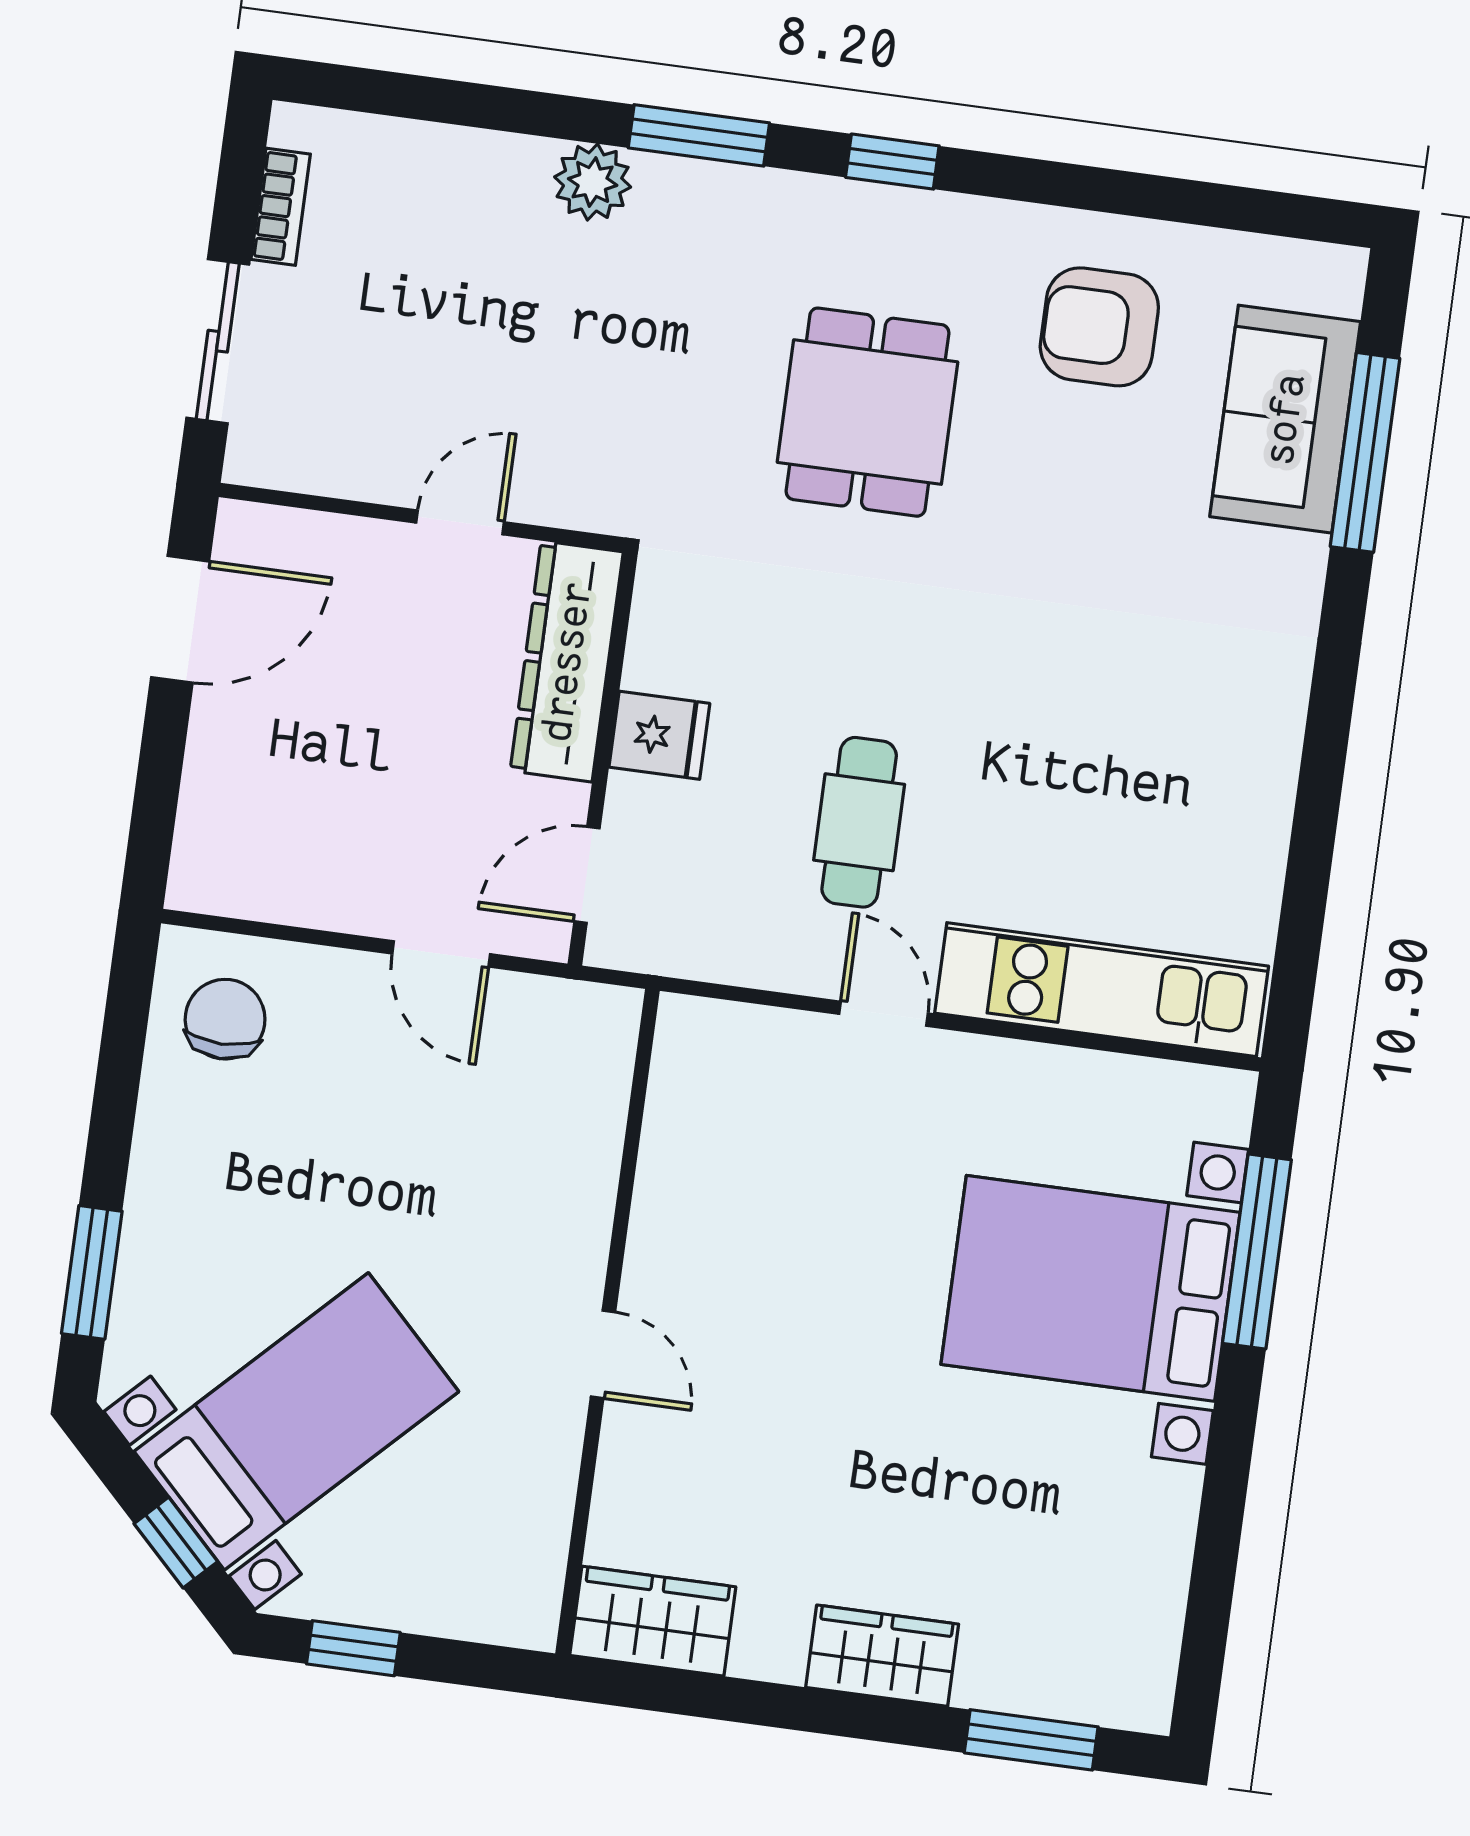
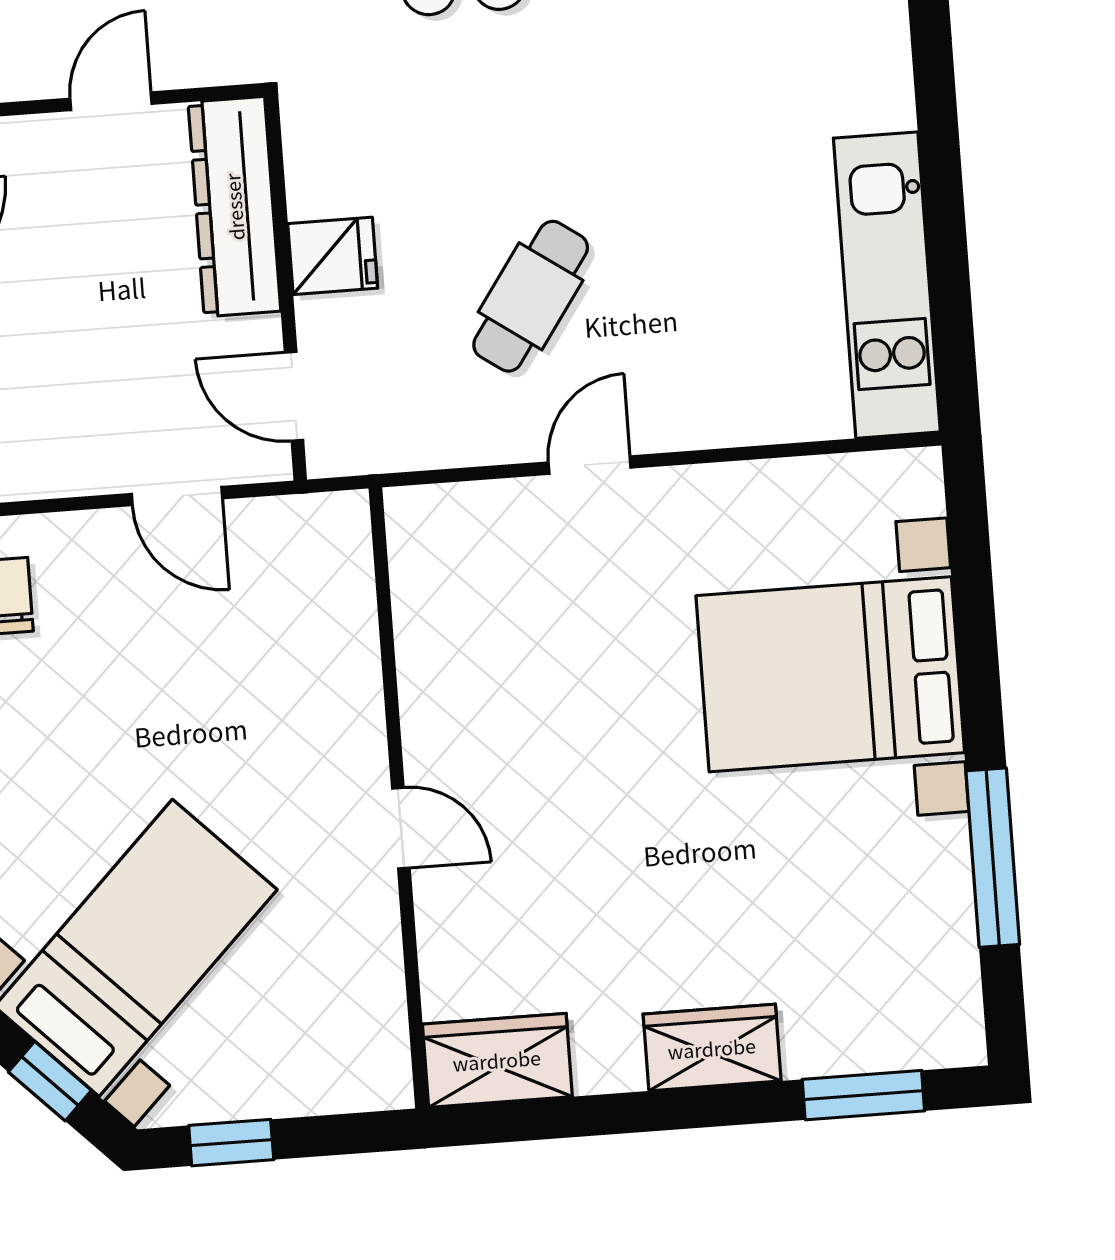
cafe table: (859, 822) -> (531, 296), turned 35
door: (587, 875) -> (294, 396), hinge flipped
kitchen unit: (1102, 990) -> (887, 285), moved, turned -90
door: (883, 1014) -> (590, 465), hinge flipped
window: (1257, 1252) -> (993, 858), moved

